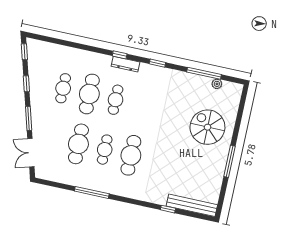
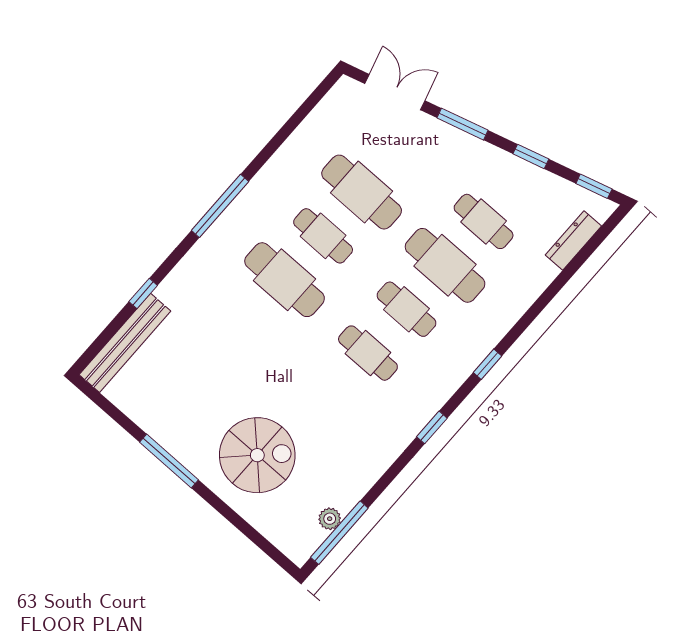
dresser: (125, 64) -> (573, 241), moved
window: (204, 73) -> (339, 533), moved
cafe table: (142, 105) -> (368, 353), added
window: (92, 192) -> (220, 206), moved

